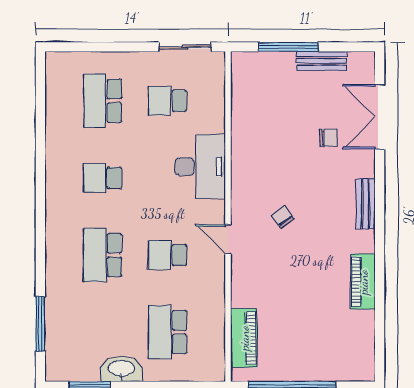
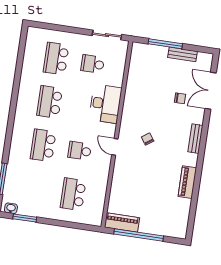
school desk: (103, 178) -> (50, 102), width x1.85
piano: (244, 338) -> (122, 222), moved, turned -90
washbasin: (122, 369) -> (11, 208), moved, width x0.52, depth x0.69

